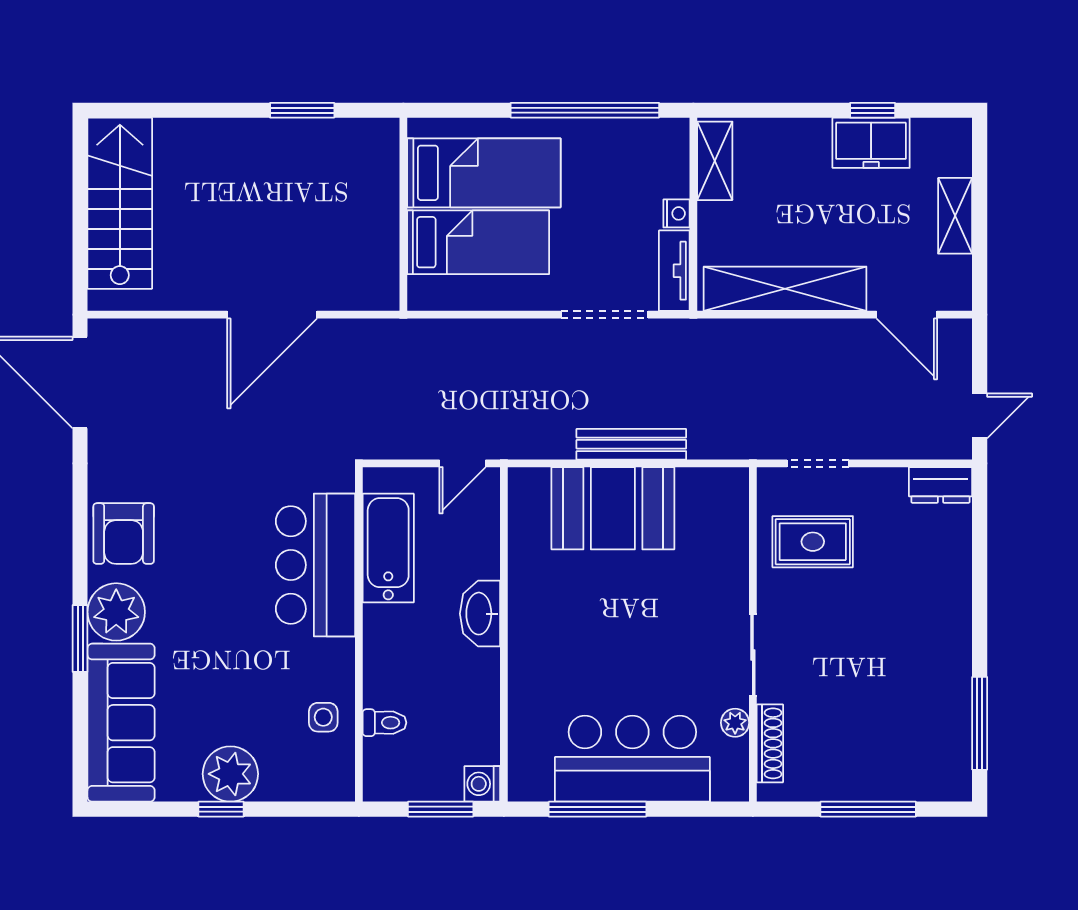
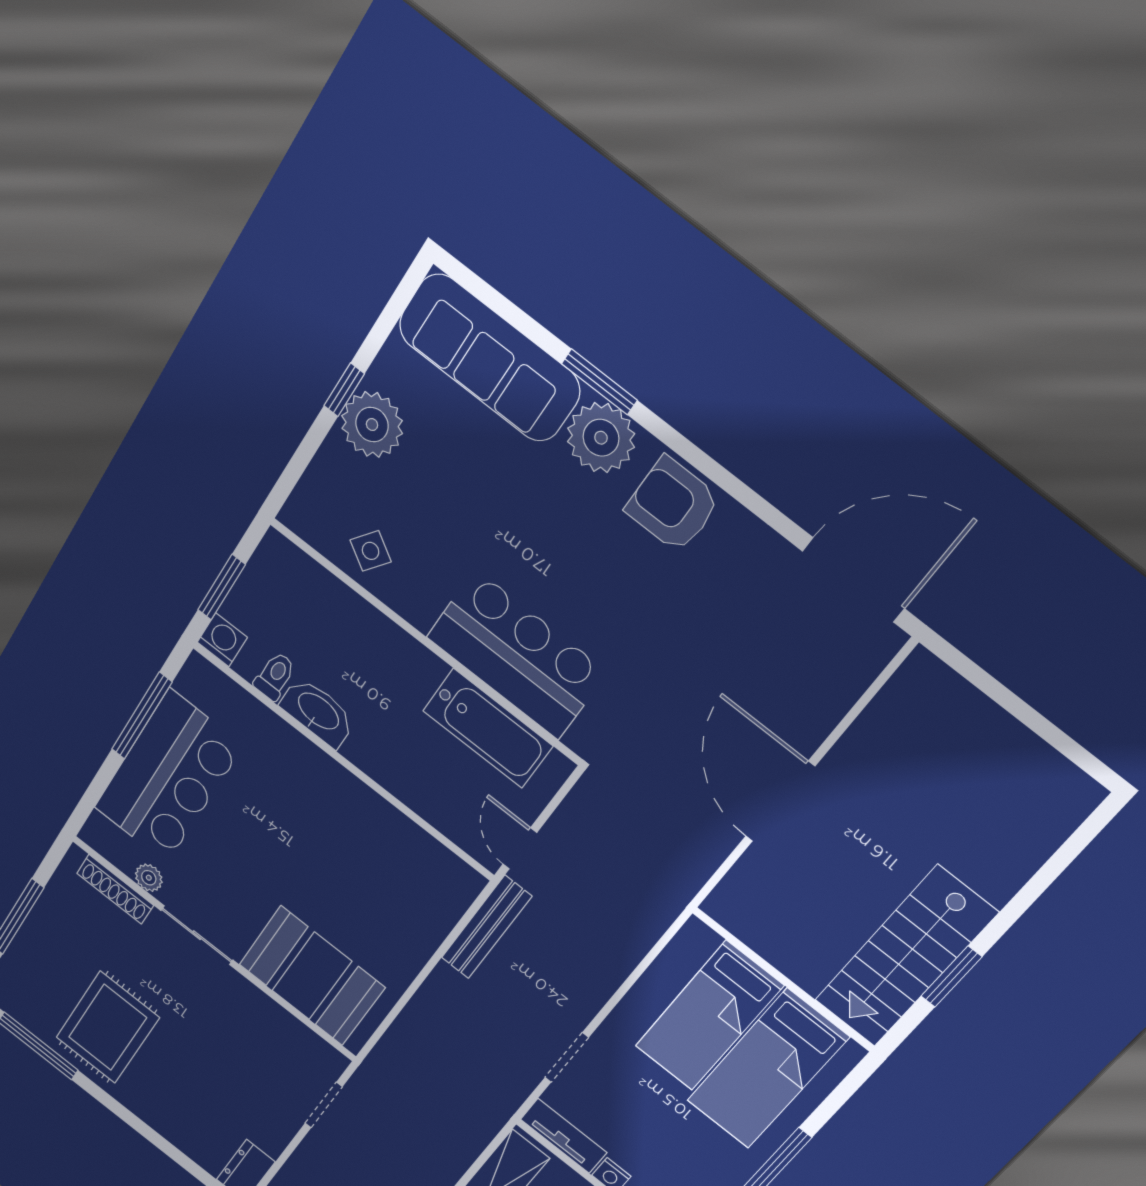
stairs: (120, 203) -> (905, 957), moved, turned 90
doorway: (604, 315) -> (567, 1057), width x0.73
bench: (631, 444) -> (486, 927), moved
booth: (613, 508) -> (312, 976), moved, turned 90
rug: (813, 542) -> (108, 1027), moved, width x1.36, depth x1.43
washbasin: (480, 614) -> (318, 712), moved
side table: (323, 717) -> (371, 551), turned 34
toilet: (384, 723) -> (275, 676), moved, turned 180

